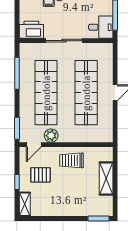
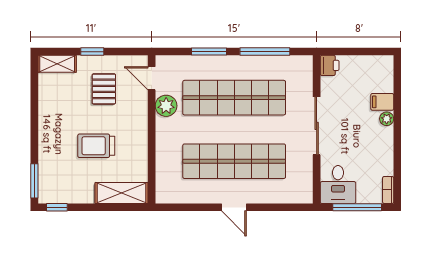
printer: (31, 30) -> (330, 65), width x0.53, depth x0.68
window: (17, 128) -> (209, 52), moved
trolley: (72, 160) -> (96, 146), moved, turned -90
shelving: (106, 179) -> (122, 193), moved
window: (115, 204) -> (57, 207), added

